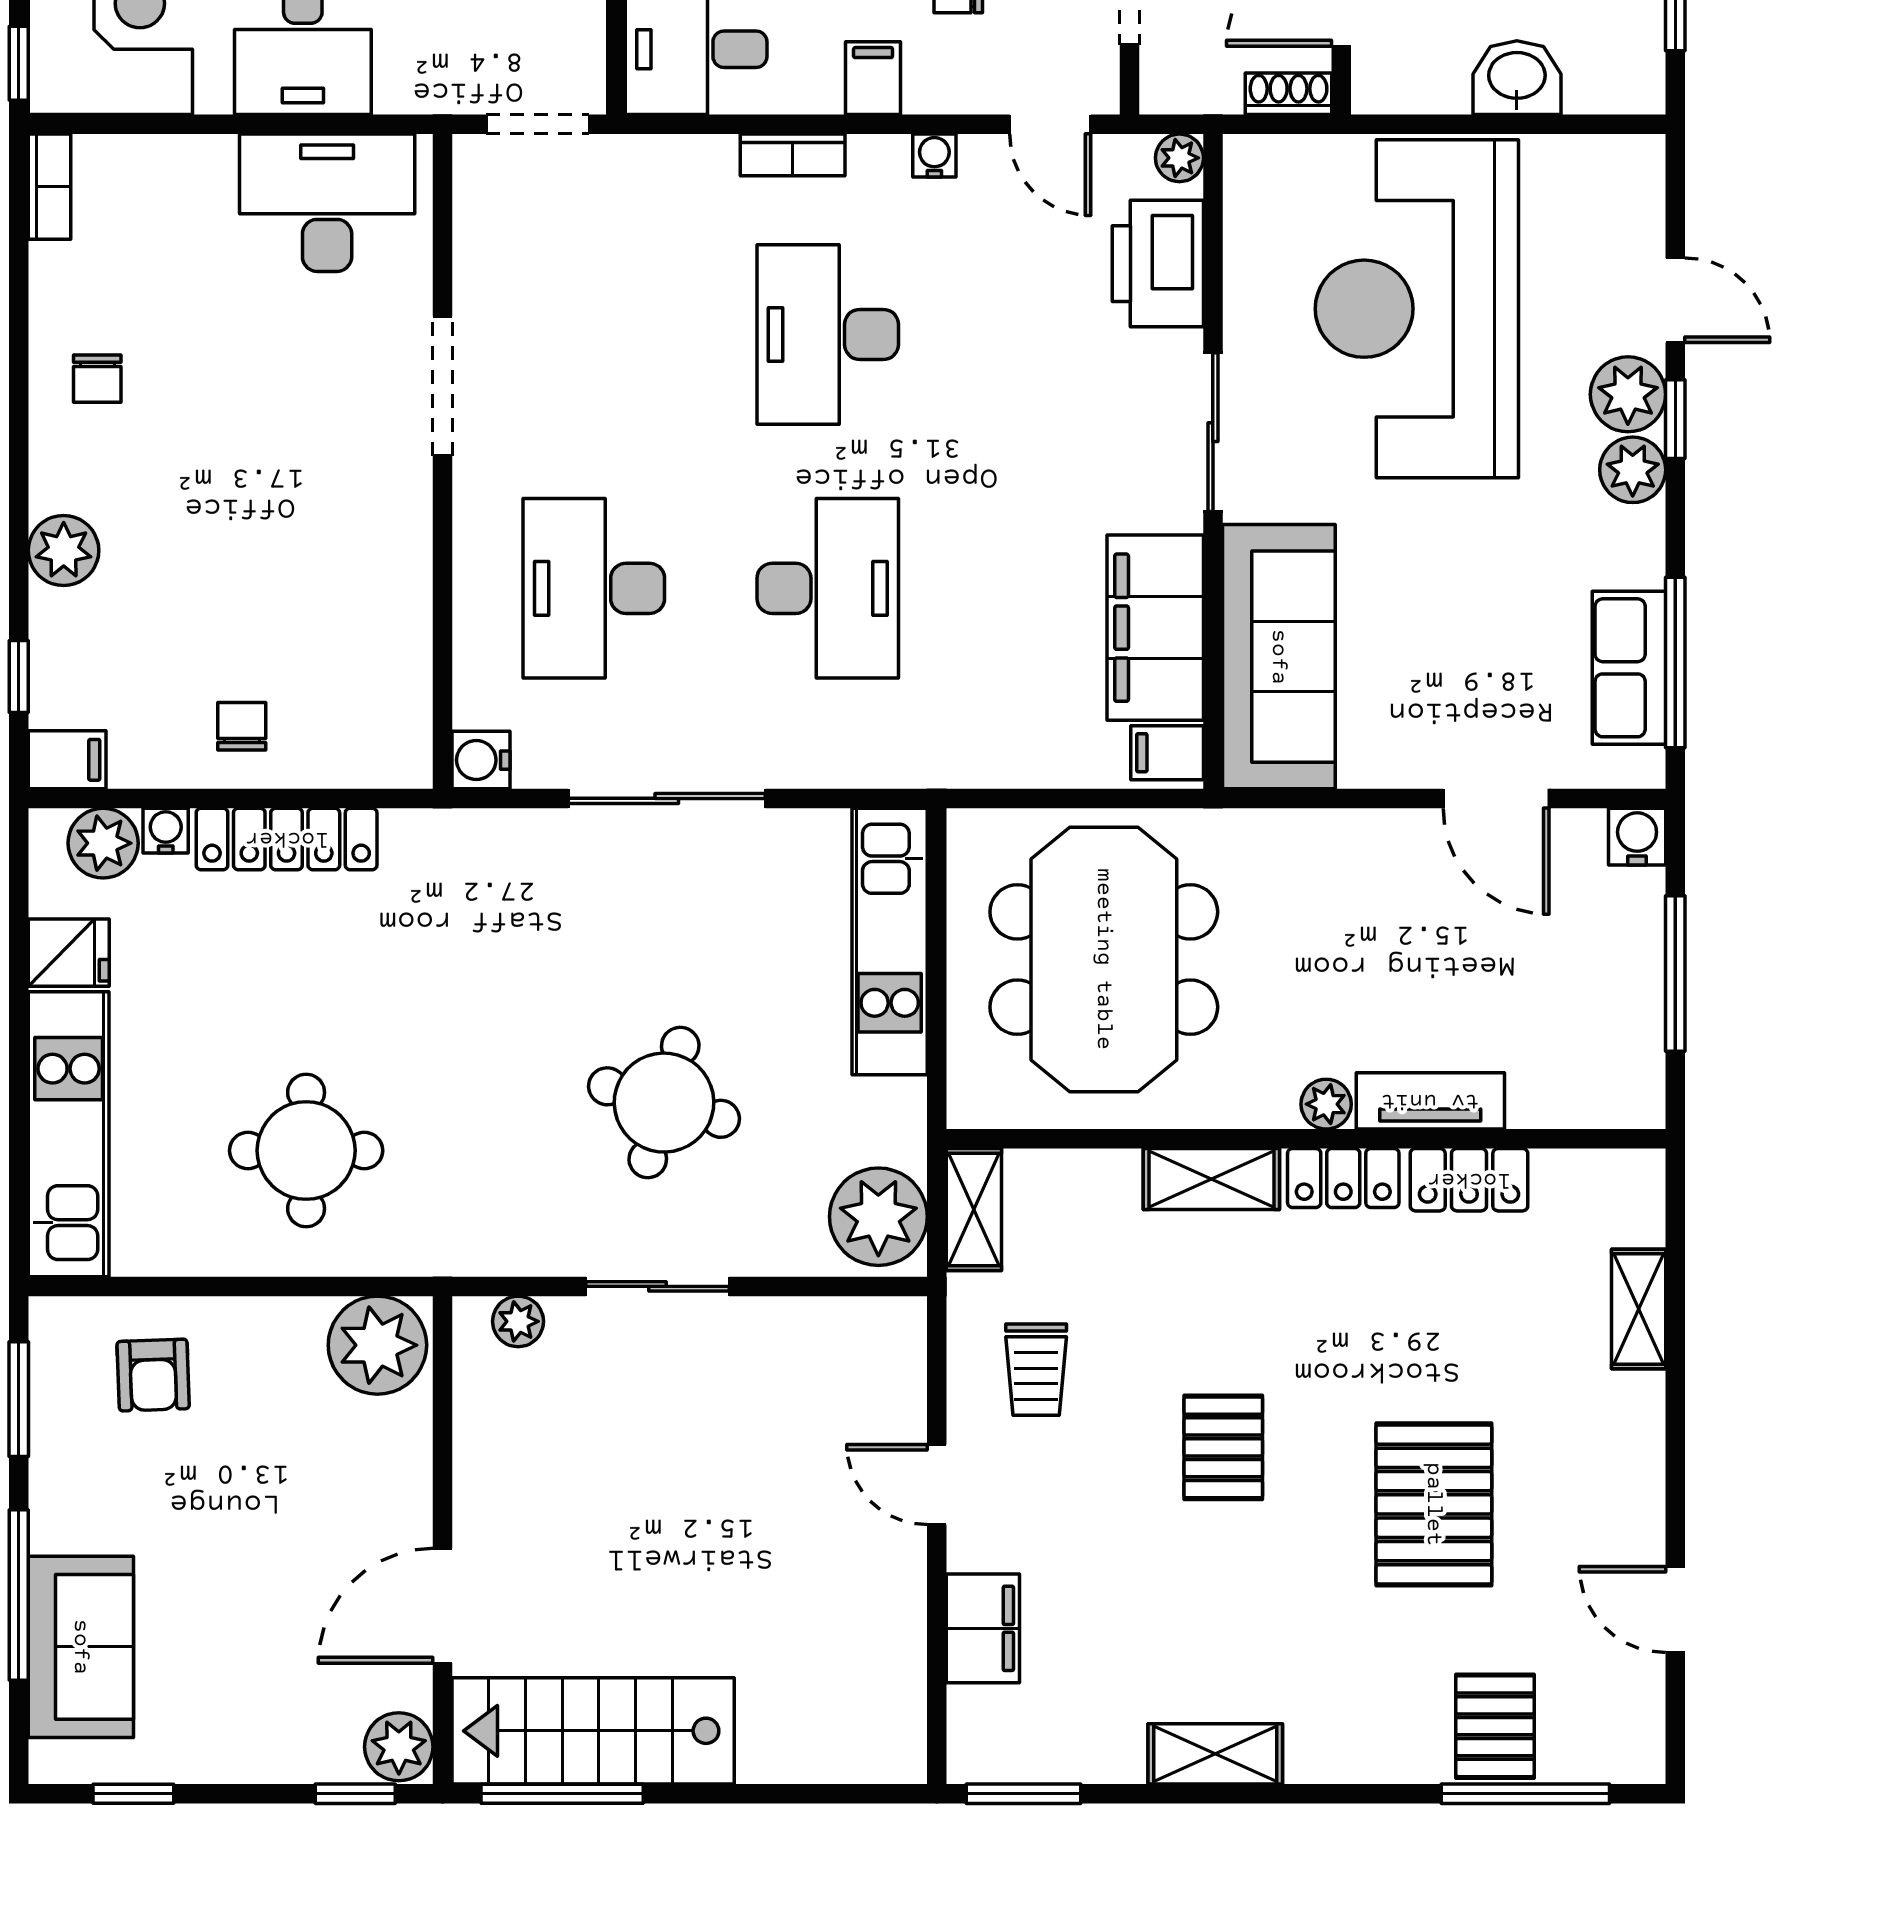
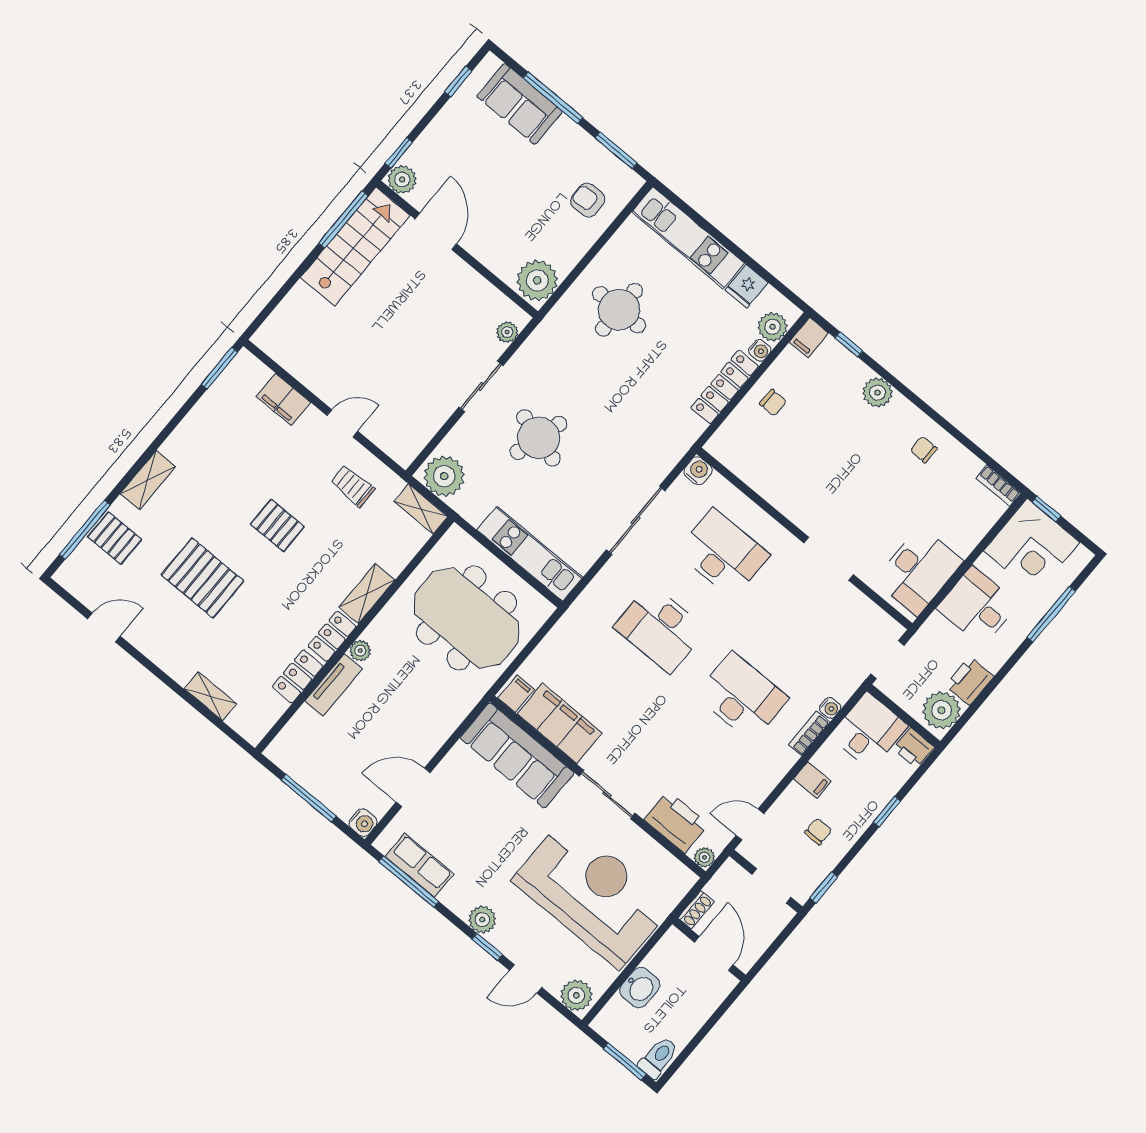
water cooler: (934, 156) -> (830, 708), moved
plant: (1628, 394) -> (576, 995), moved
shelving: (1215, 1754) -> (148, 480), moved

